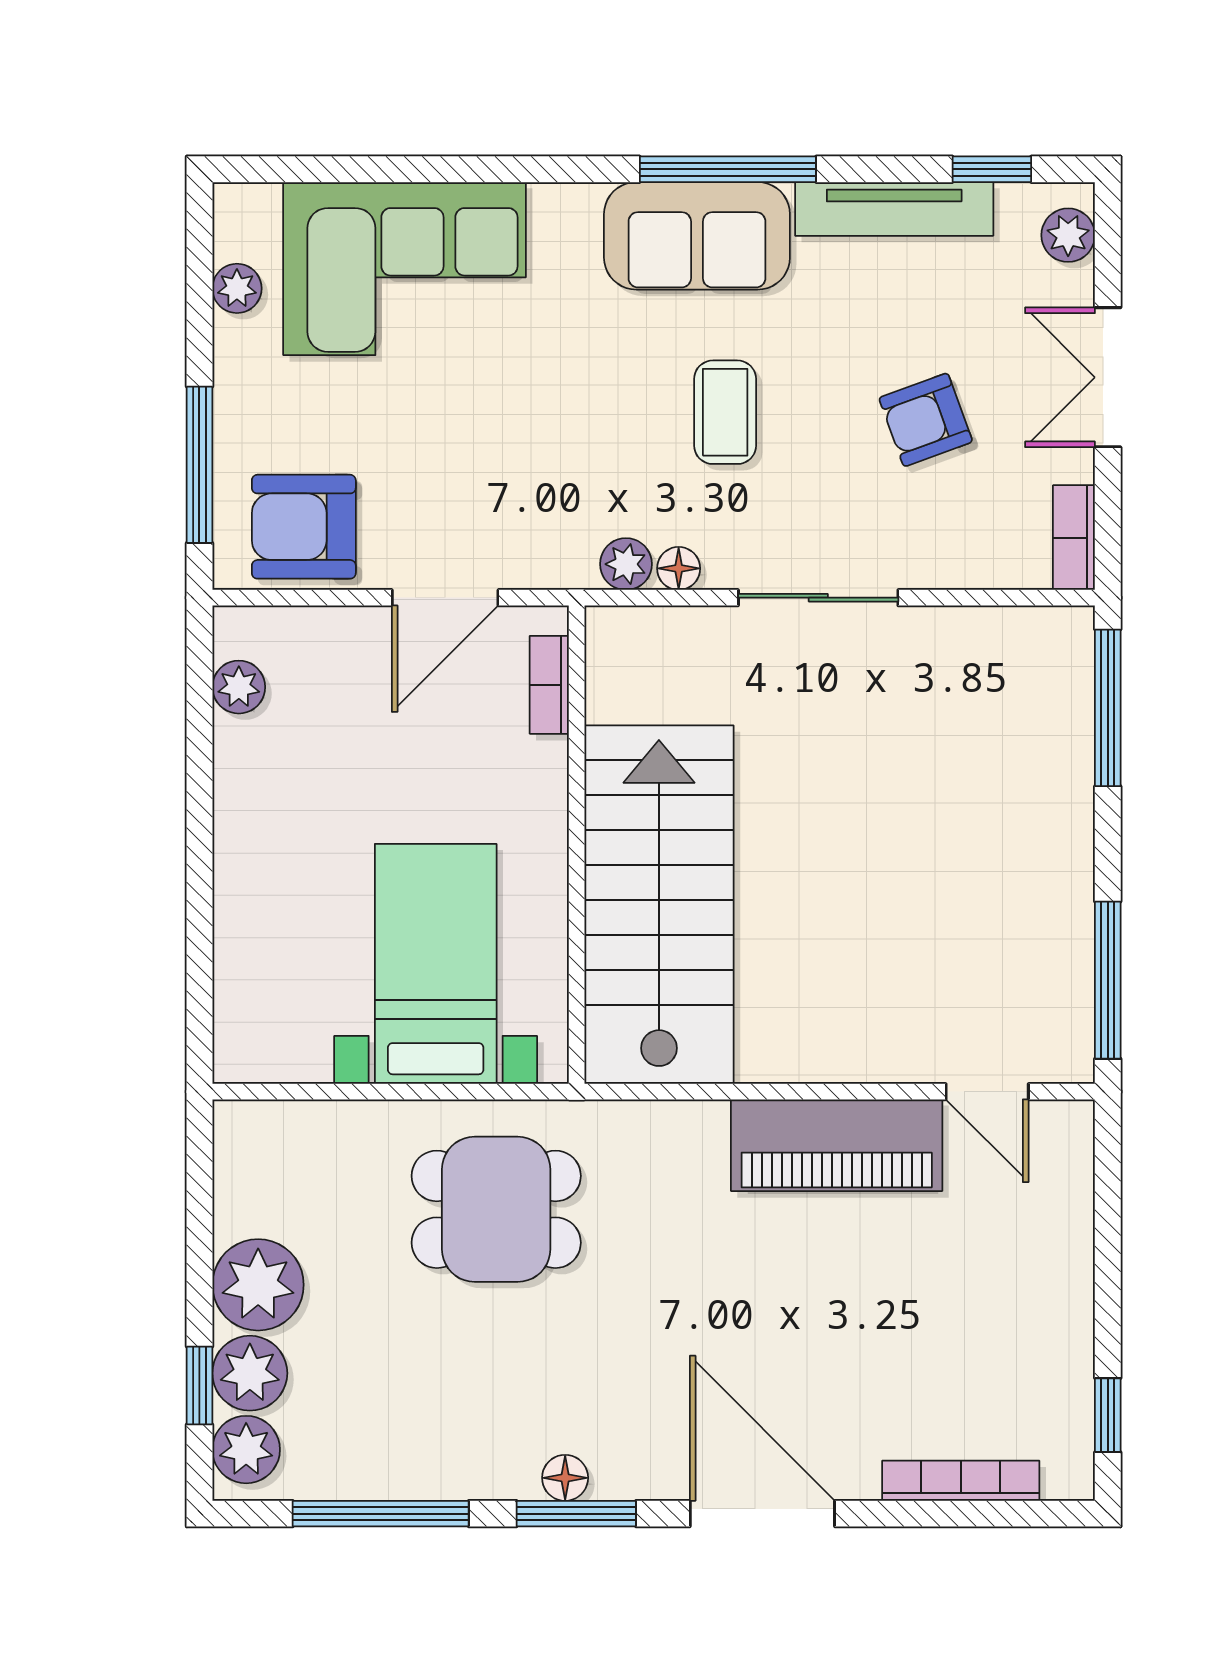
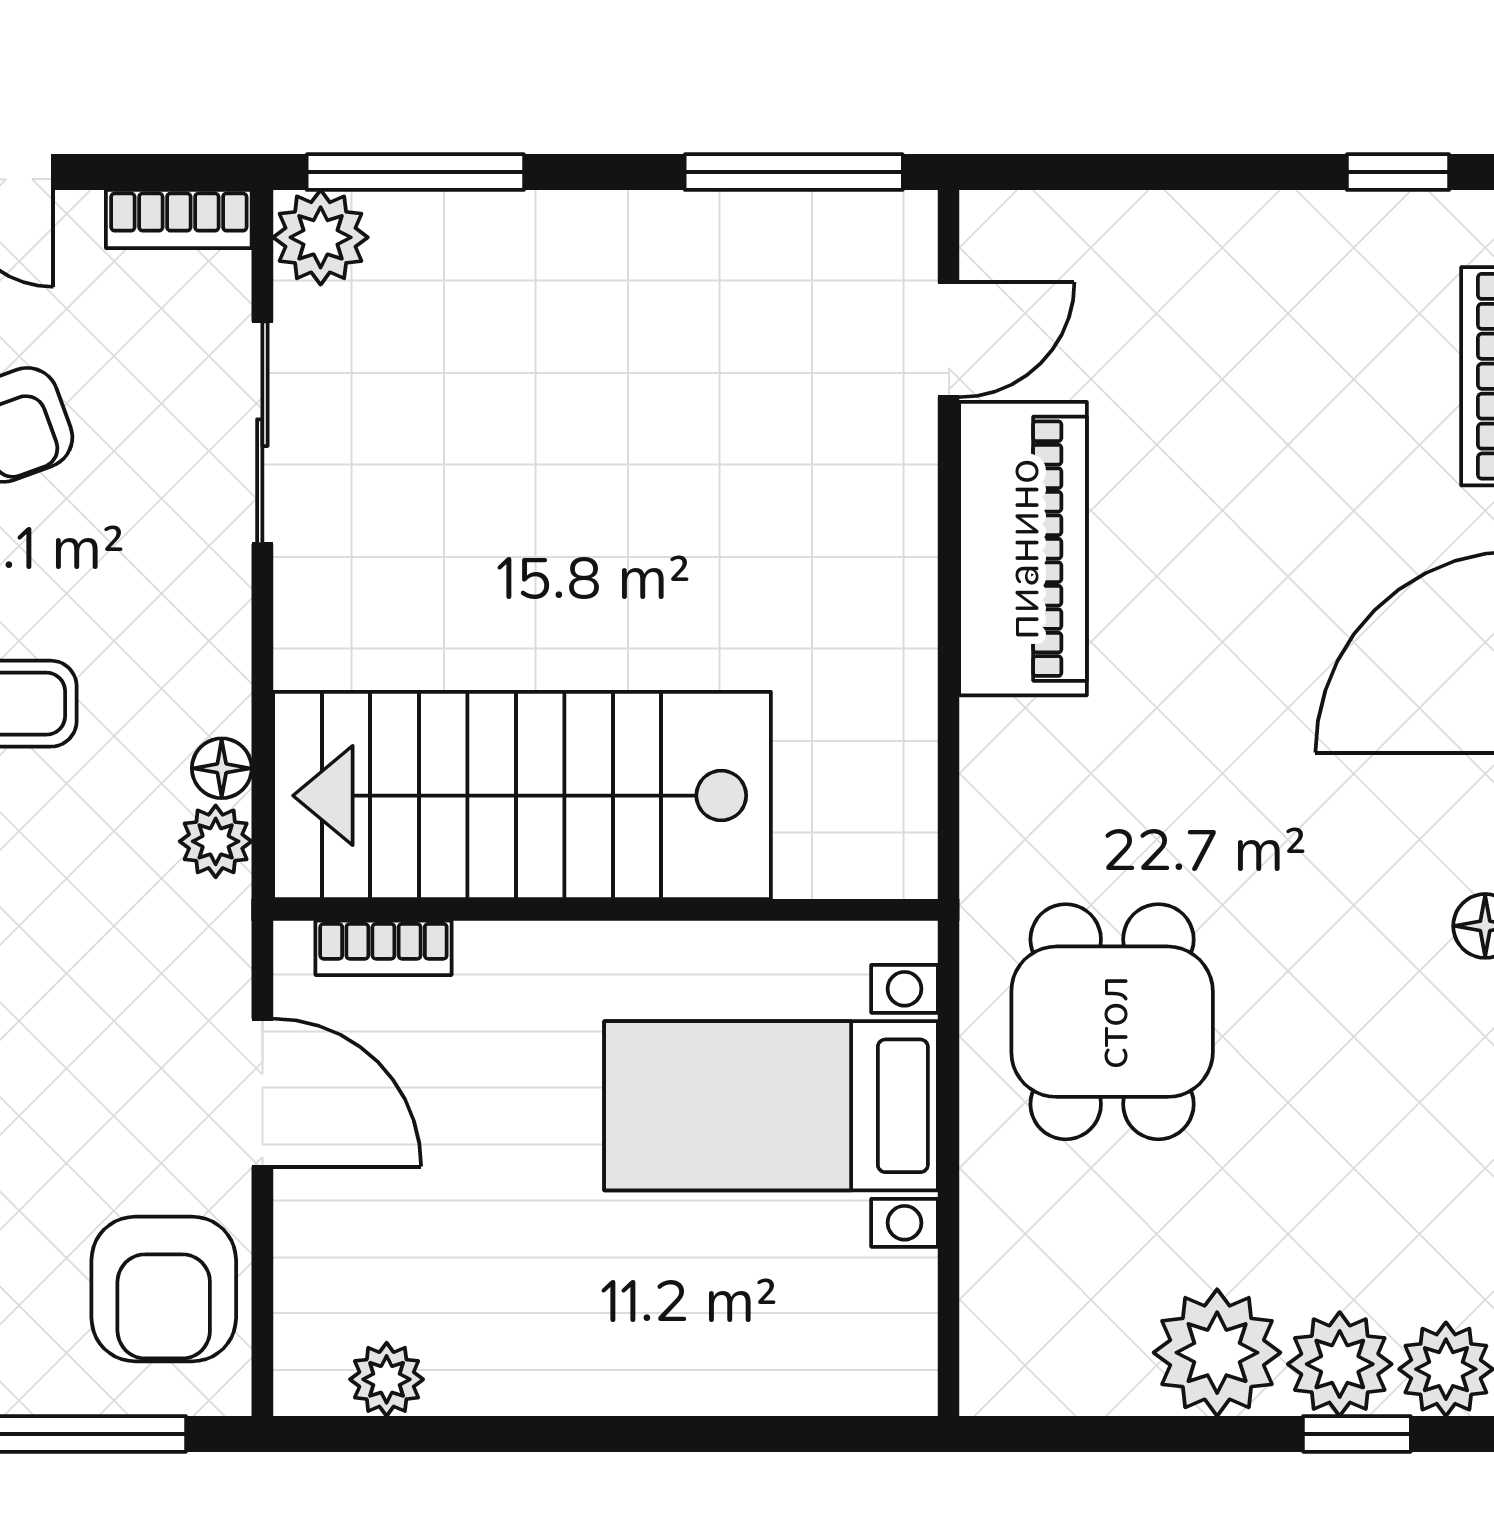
sliding door: (818, 598) -> (262, 433), moved
plant: (1061, 640) -> (321, 237), added
stairs: (659, 905) -> (522, 796), moved

